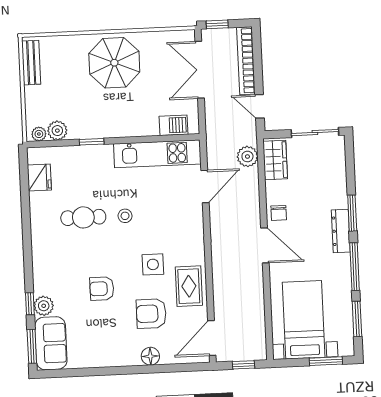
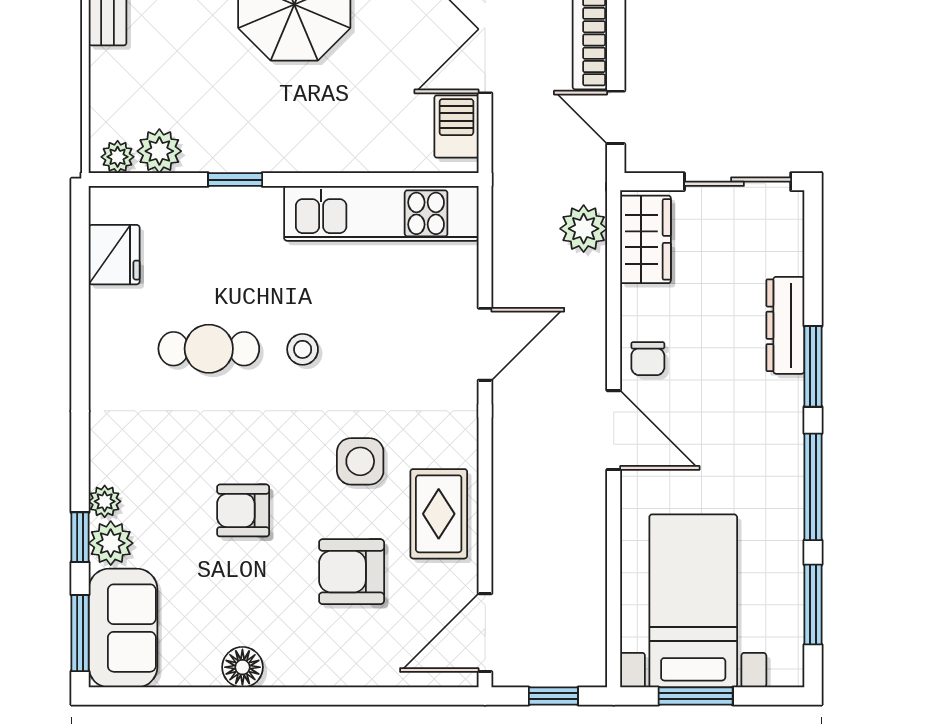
barbecue: (173, 125) -> (456, 126), moved, turned -90
door: (205, 187) -> (485, 344), moved
dresser: (341, 231) -> (785, 325), moved
plant: (40, 287) -> (105, 501), added
floor lamp: (150, 356) -> (242, 667), moved
window: (326, 361) -> (696, 696), moved

